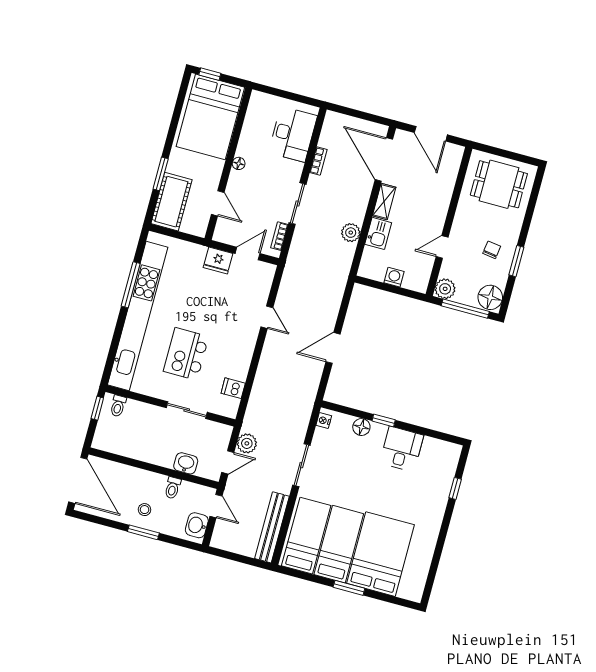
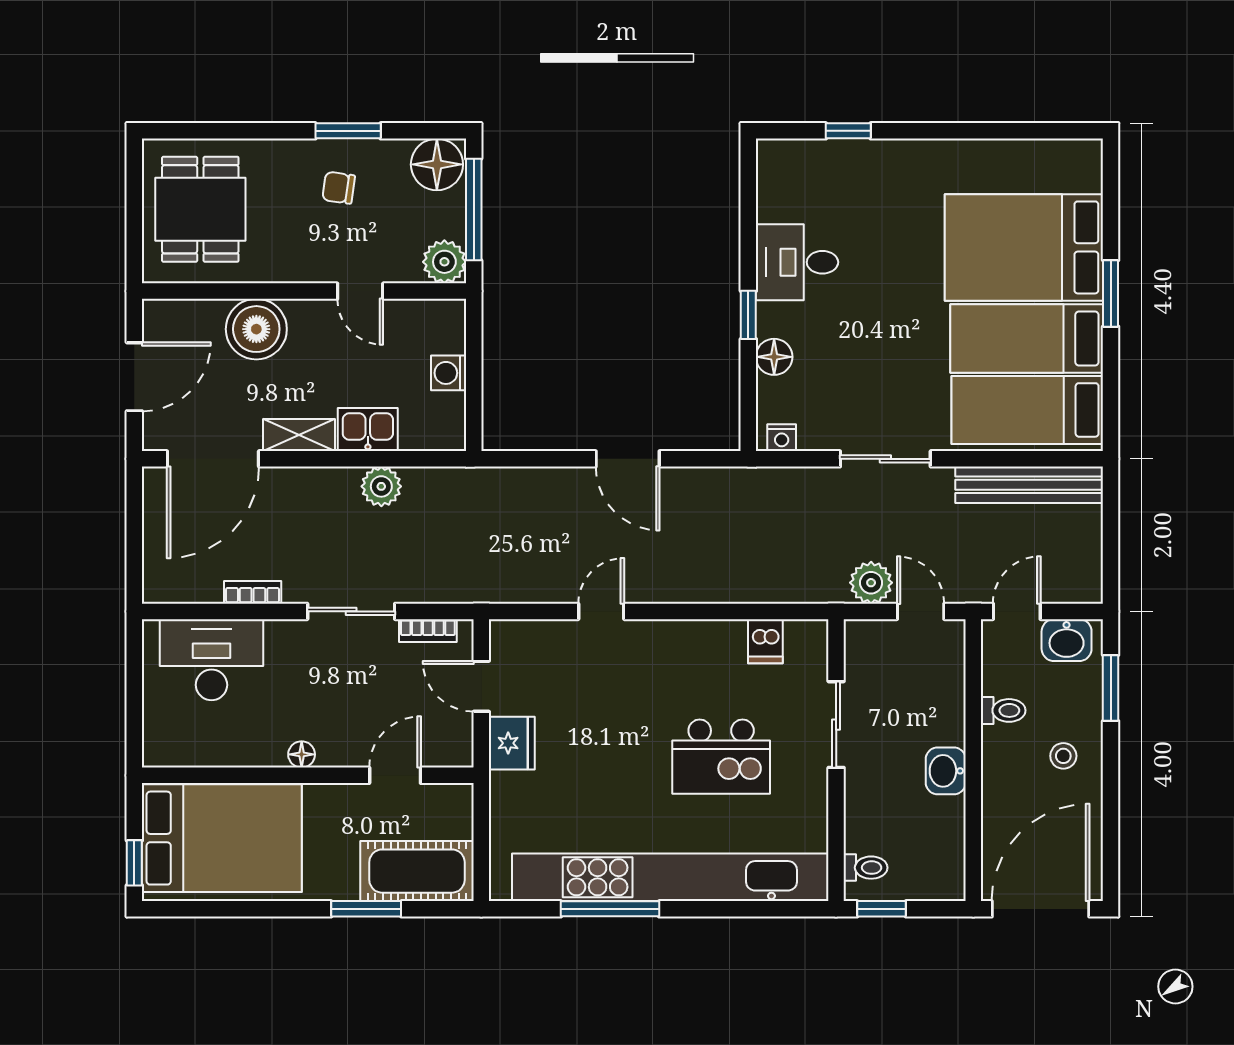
boiler: (438, 195) -> (256, 329), added
washbasin: (186, 463) -> (946, 771), moved
window: (143, 532) -> (1111, 688), moved

